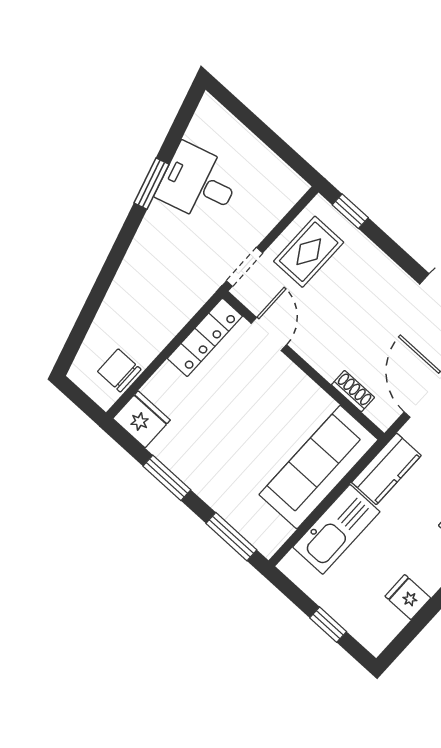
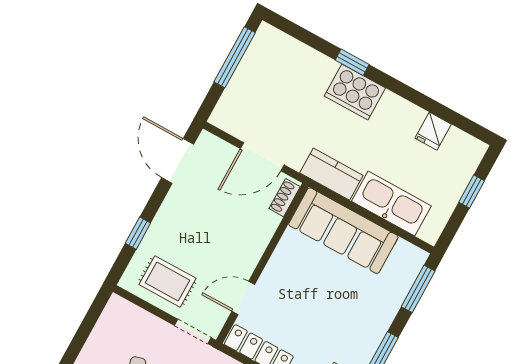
window: (350, 211) -> (138, 233), moved
shoe rack: (353, 391) -> (285, 198), moved

